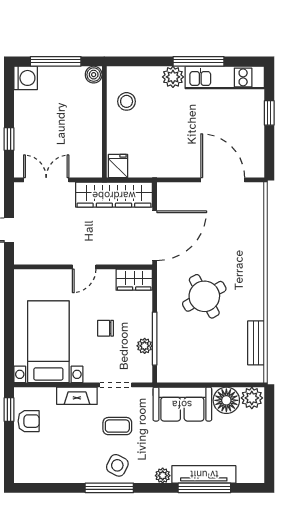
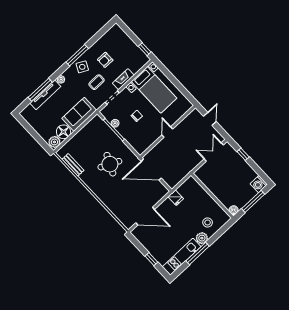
stool: (127, 101) -> (208, 222), moved
fridge: (118, 166) -> (176, 198), moved
double door: (46, 180) -> (214, 152), swing flipped
wardrobe: (114, 195) -> (182, 171), removed
door: (155, 236) -> (151, 170), hinge flipped
wardrobe: (134, 280) -> (143, 145), removed
round table: (204, 296) -> (110, 164), turned -36
armchair: (29, 421) -> (105, 60), moved

